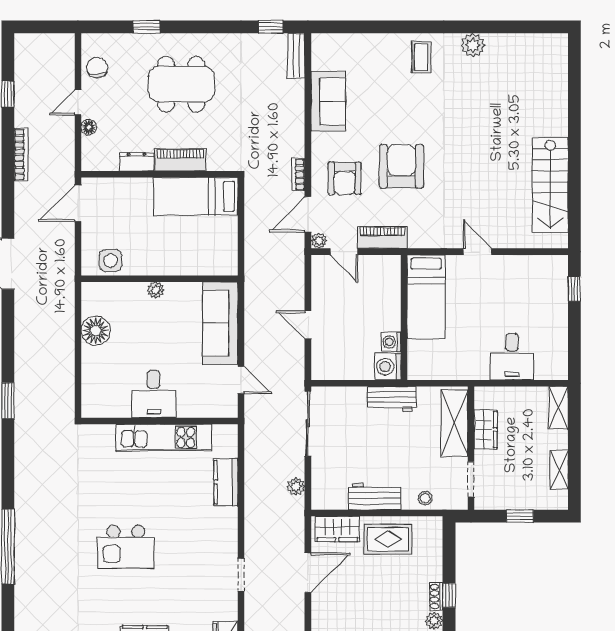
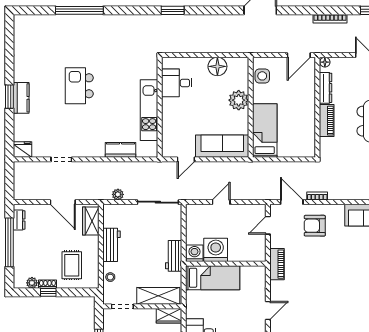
floor lamp: (89, 127) -> (325, 62), moved
dresser: (136, 162) -> (325, 88), width x1.44
armchair: (401, 166) -> (322, 262), removed
bed: (196, 196) -> (265, 131), moved
door: (78, 203) -> (299, 55), swing flipped
piano: (382, 237) -> (277, 264), moved
plant: (319, 241) -> (275, 209), removed
plant: (156, 290) -> (239, 100), width x1.88, depth x1.88
bed: (426, 297) -> (213, 278), moved, turned 180
washing machine: (391, 342) -> (216, 250), width x1.89, depth x1.89
desk: (154, 394) -> (177, 83), moved
wardrobe: (486, 430) -> (169, 316), moved
rug: (388, 539) -> (72, 265), moved

